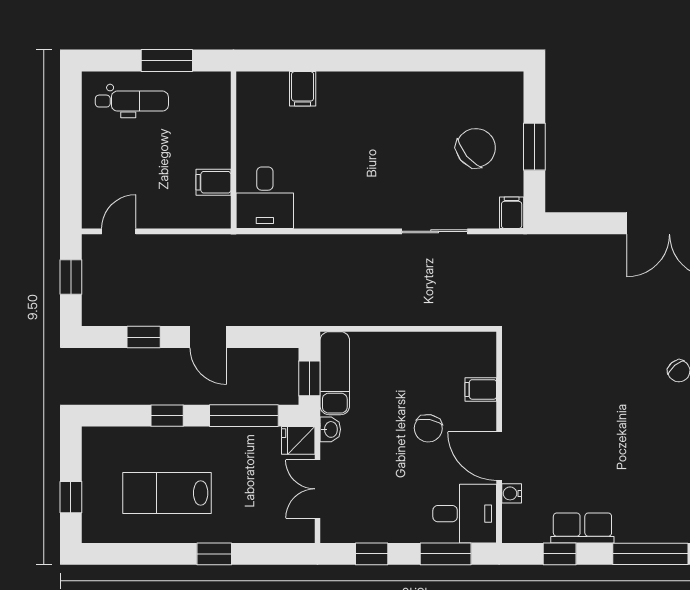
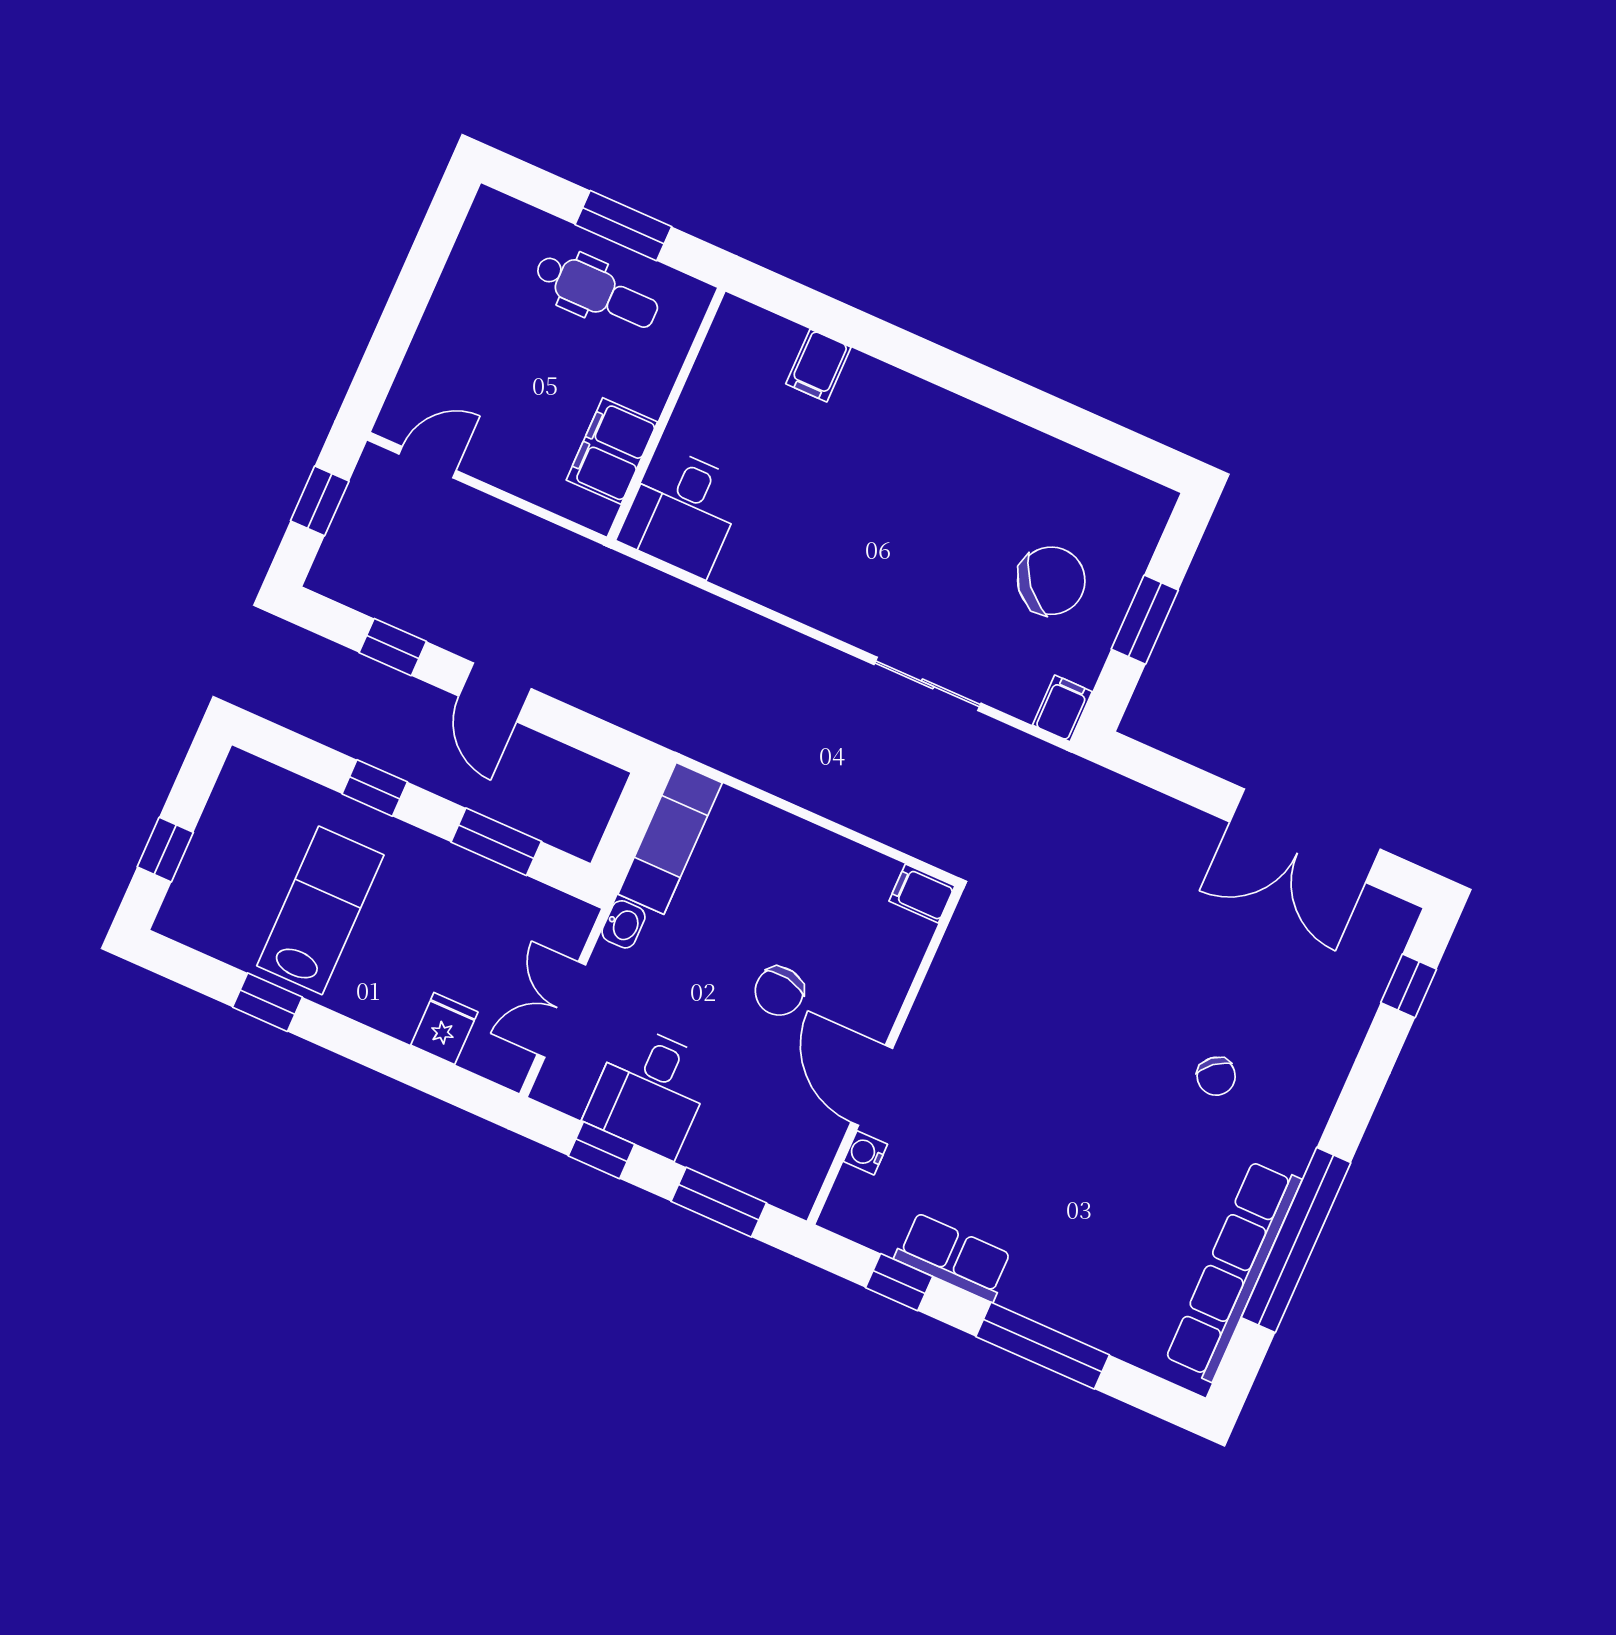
dental chair: (132, 101) -> (597, 291), moved
filing cabinet: (213, 182) -> (612, 451), width x2.00
window: (309, 378) -> (626, 829), removed
filing cabinet: (481, 389) -> (922, 894), moved
window: (244, 416) -> (496, 842), width x0.69
fridge: (298, 440) -> (444, 1028), moved, turned 90
lab bench: (167, 493) -> (320, 910), turned 90
desk: (465, 514) -> (650, 1091), moved, turned 90
window: (214, 554) -> (267, 1002), moved

